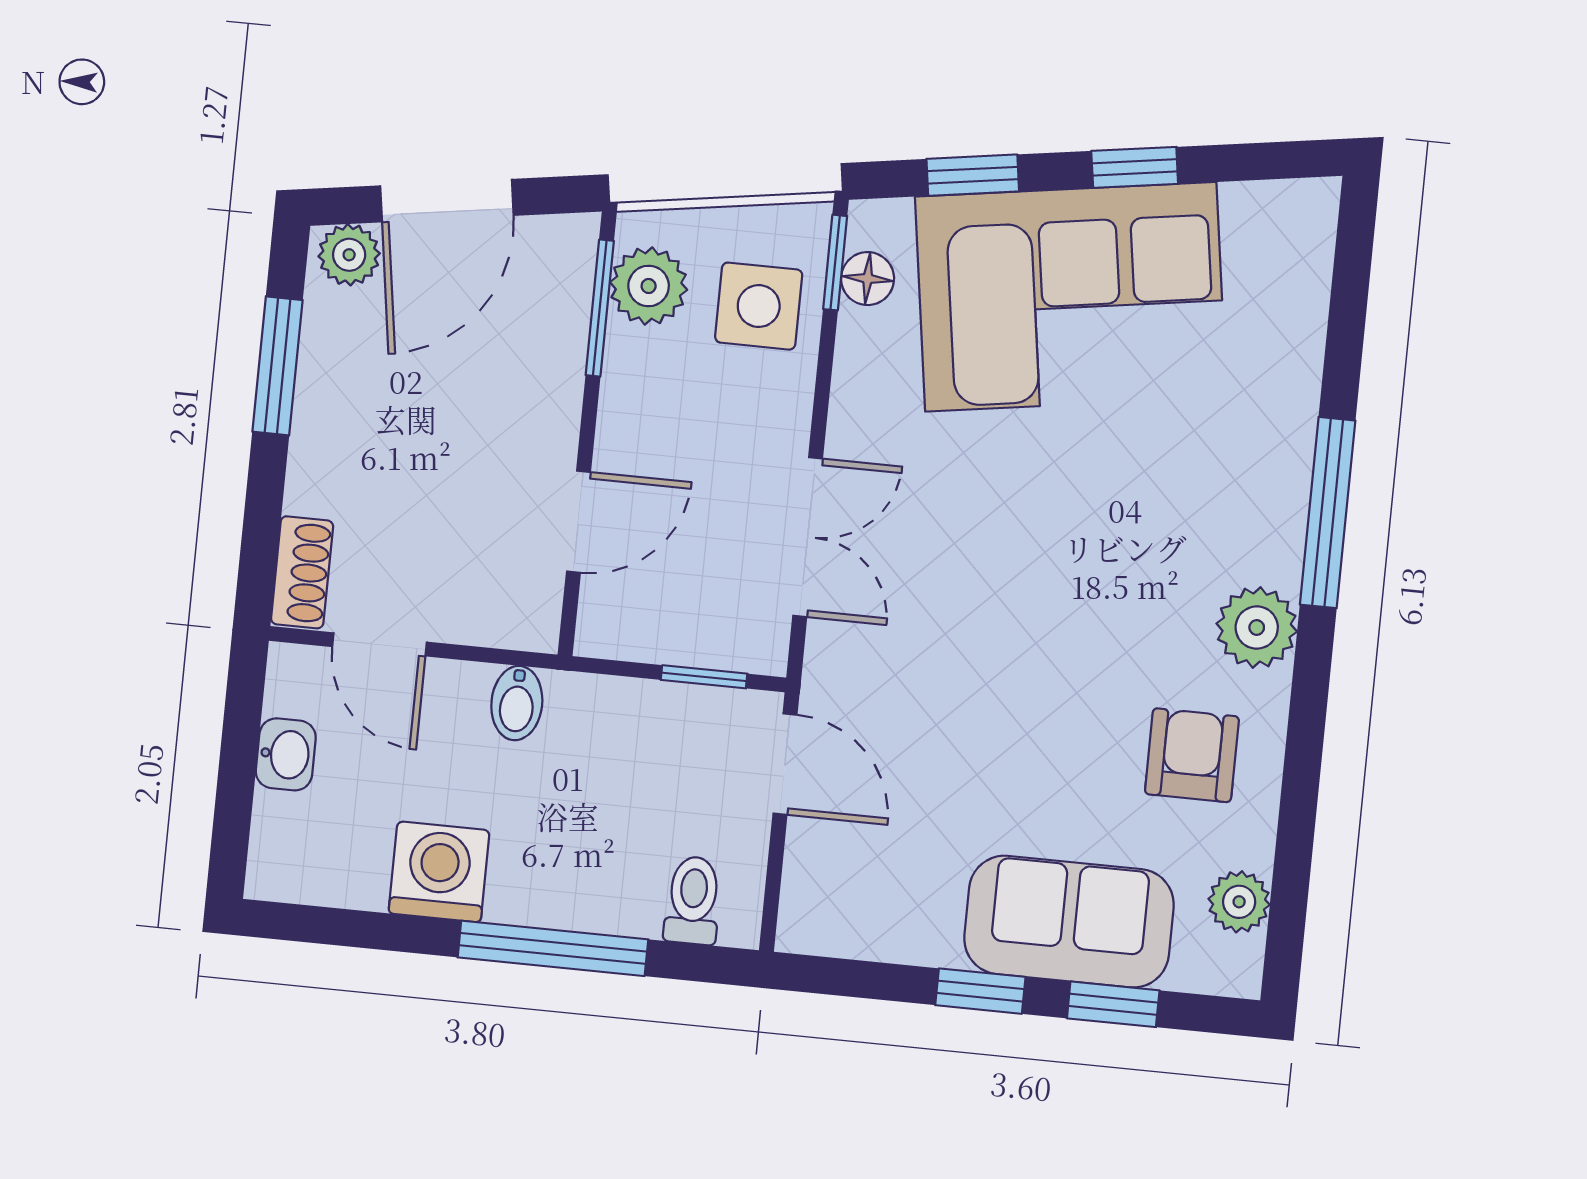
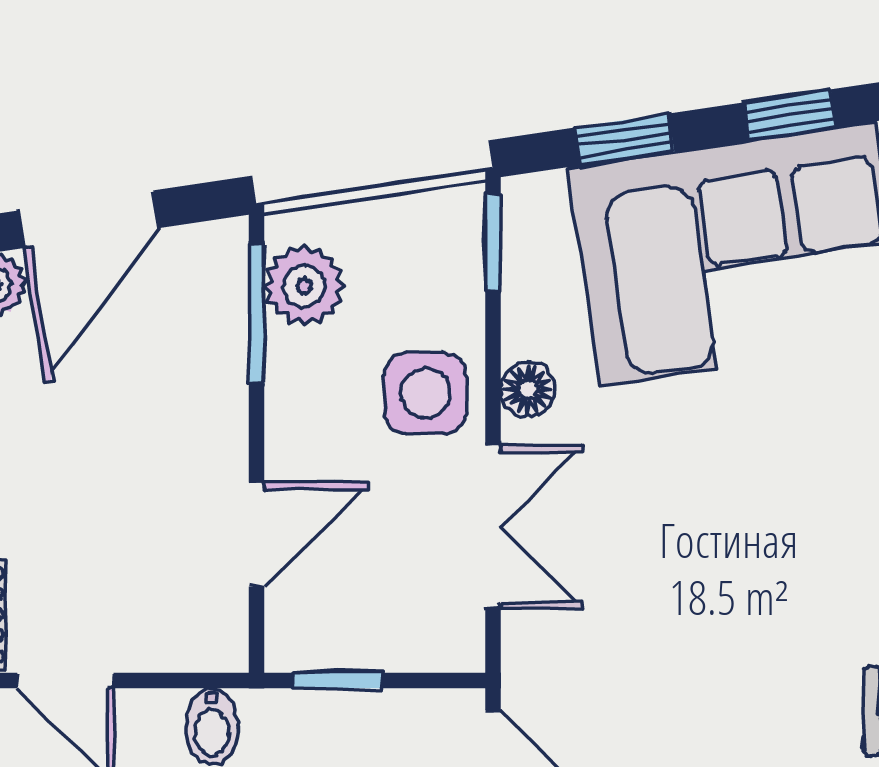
floor lamp: (868, 279) -> (528, 389), moved
side table: (759, 306) -> (425, 393), moved
window: (704, 677) -> (337, 681), moved

